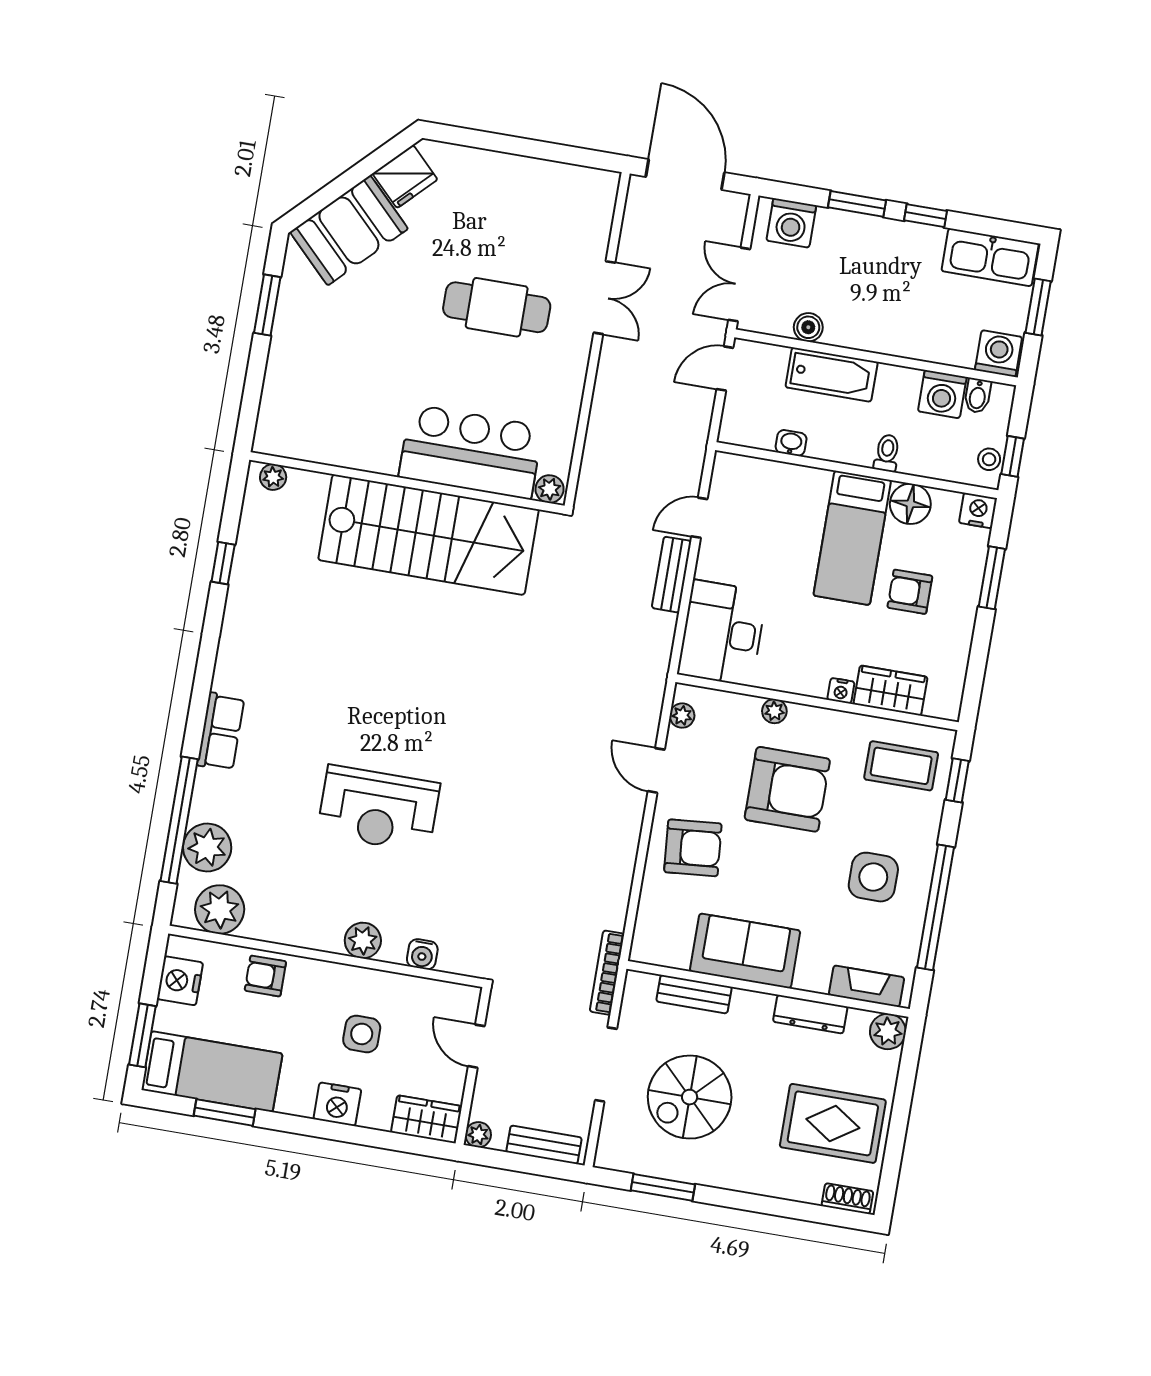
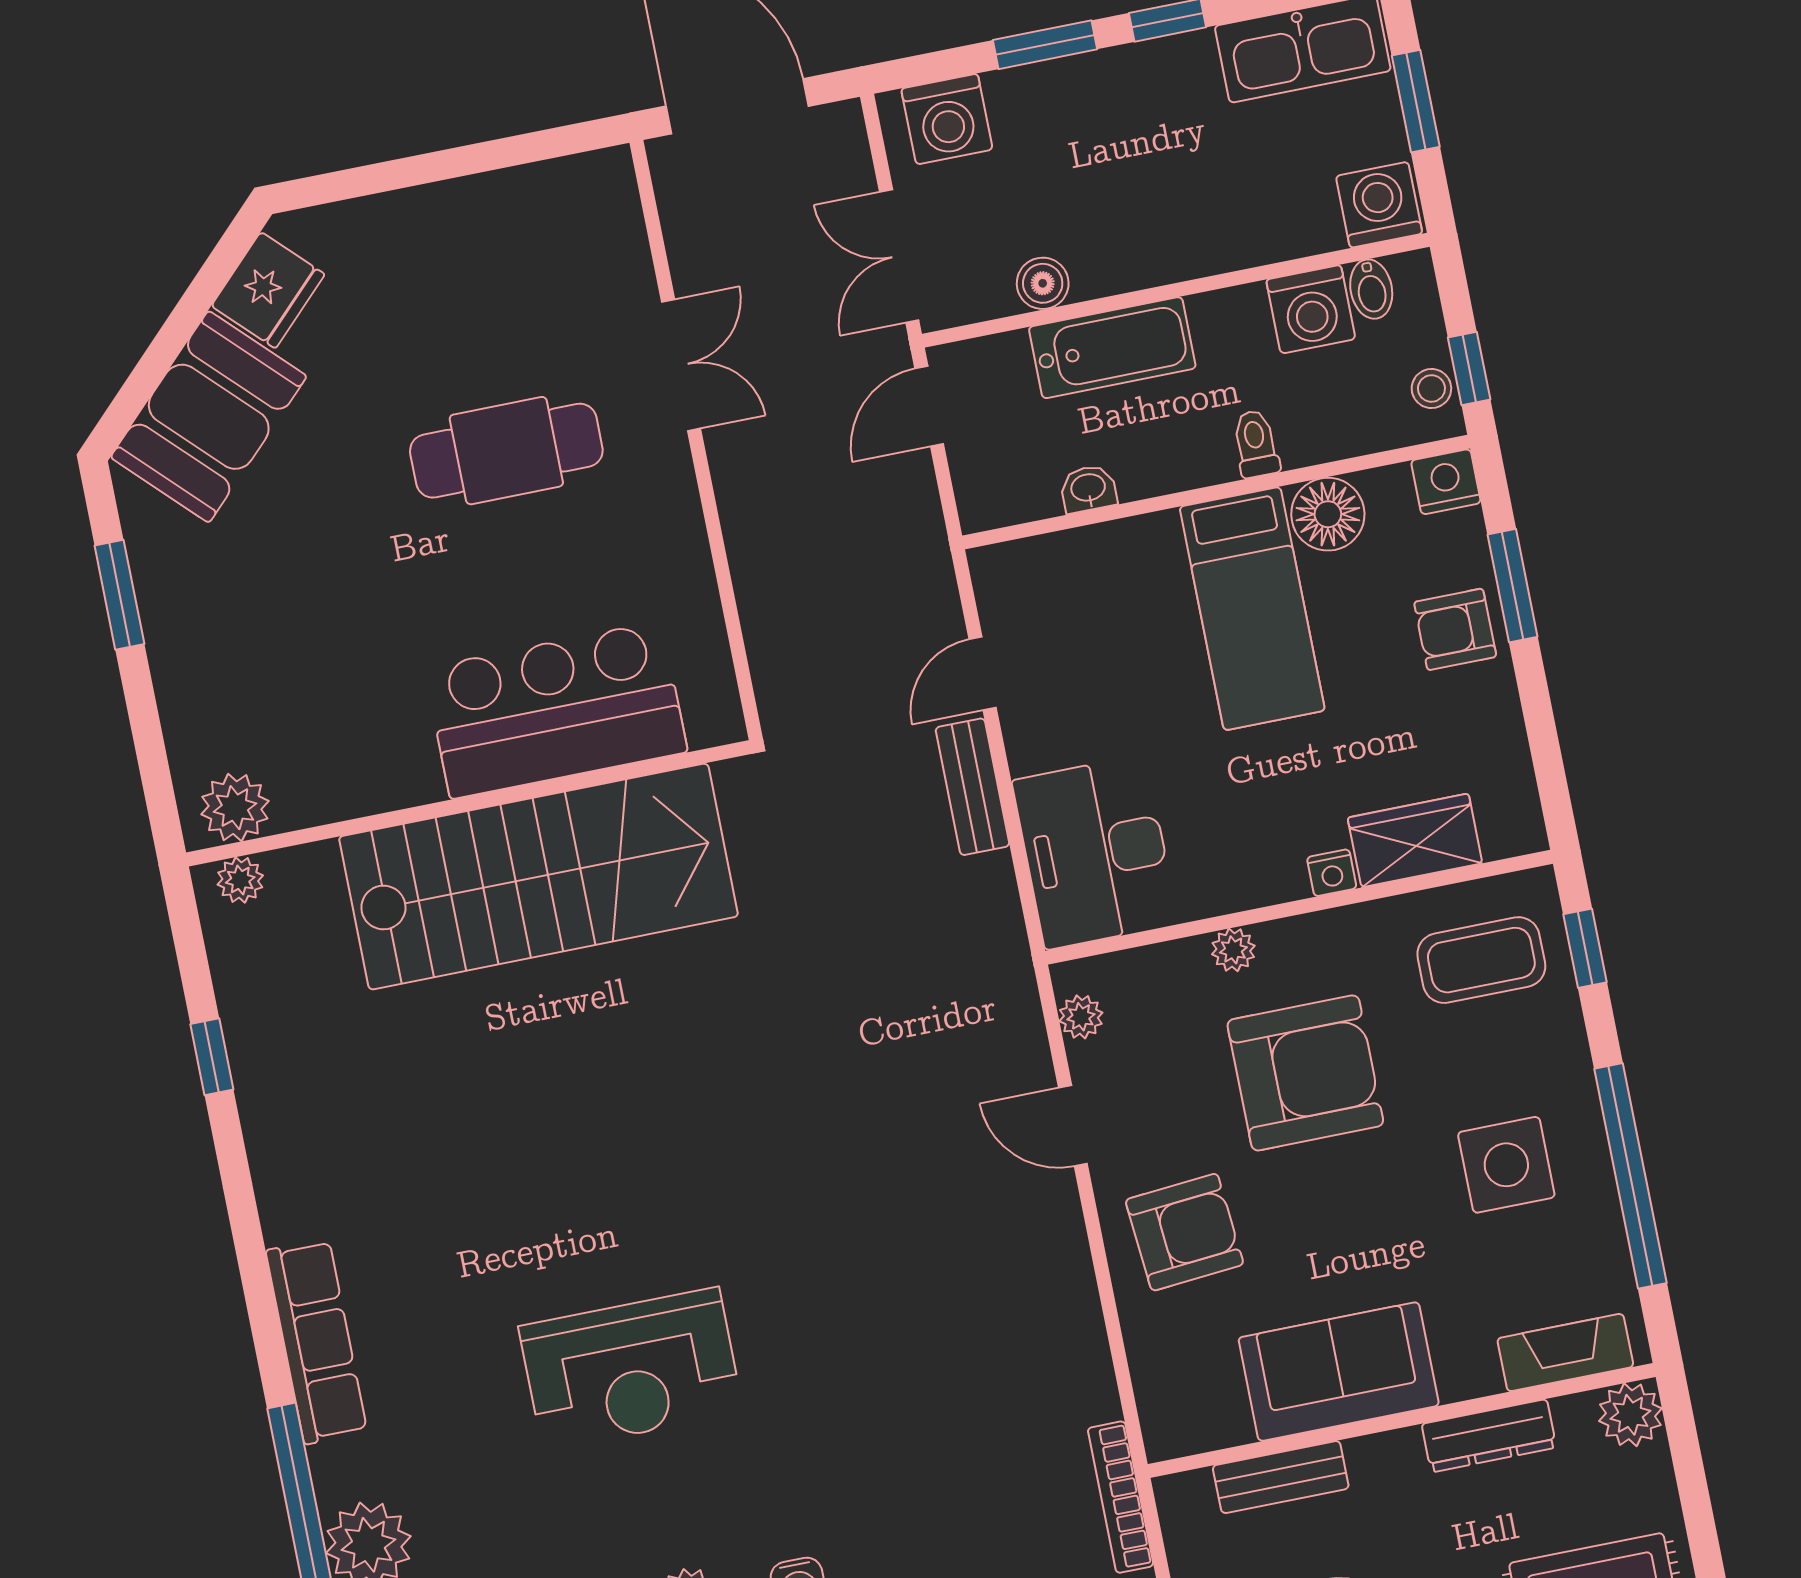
plant: (550, 489) -> (235, 808), moved, width x1.38, depth x1.38
armchair: (910, 592) -> (1455, 629), moved
row of seats: (221, 732) -> (316, 1341), width x1.48

